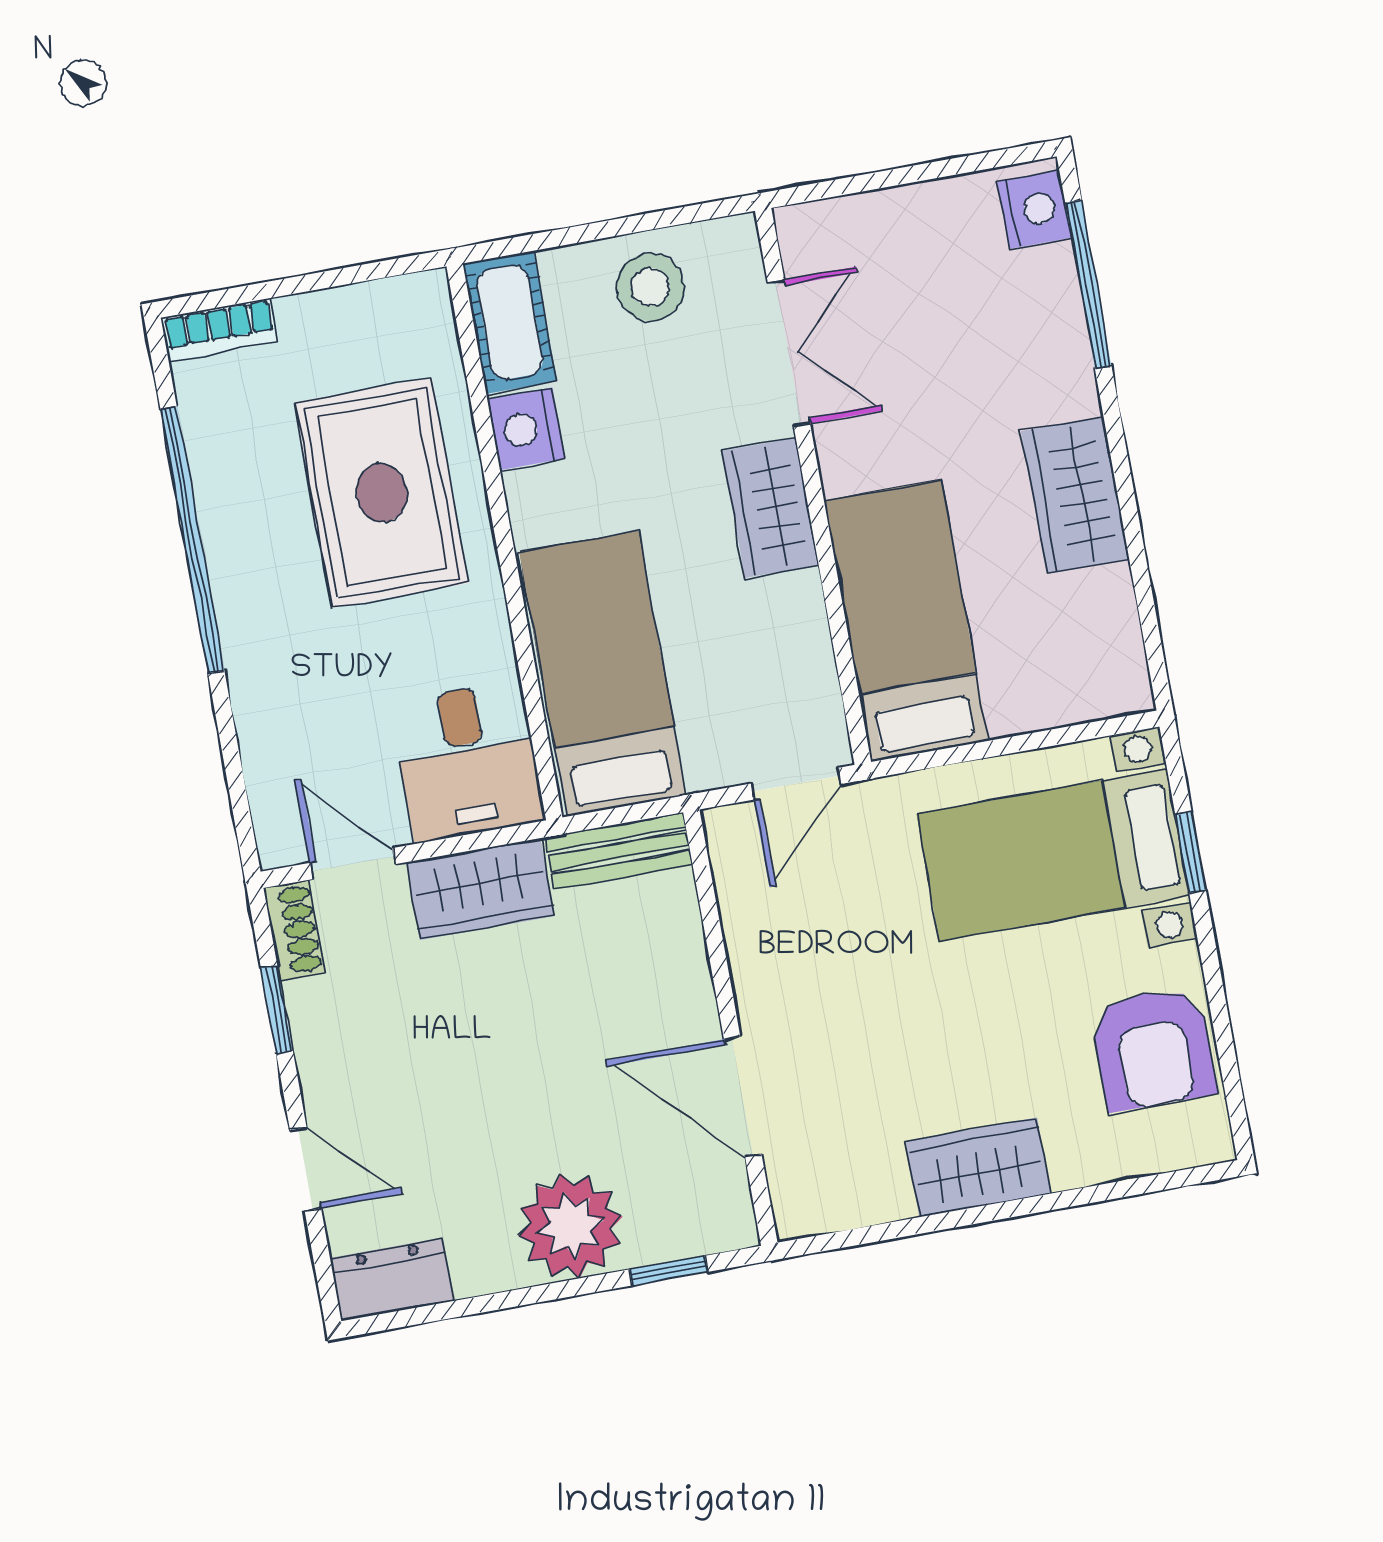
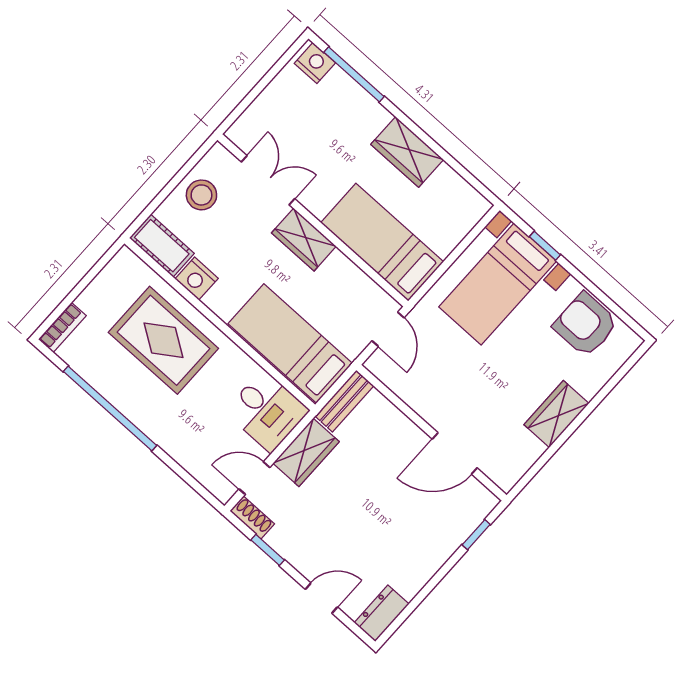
armchair: (1153, 1049) -> (585, 325), turned 180
plant: (570, 1226) -> (430, 546), removed

